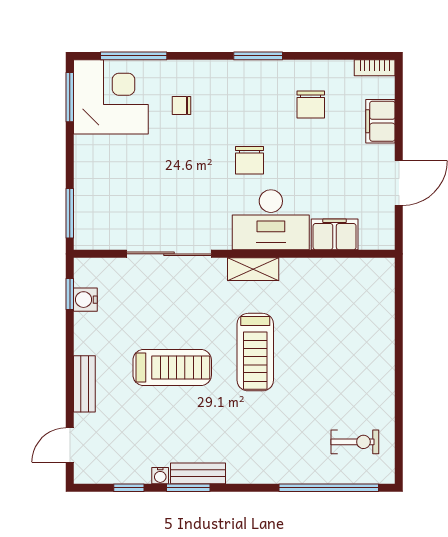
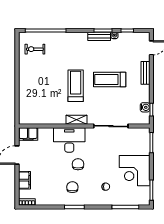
corner desk: (111, 97) -> (135, 171), moved
chair: (311, 104) -> (72, 187), moved
filing cabinet: (335, 234) -> (28, 134), moved

